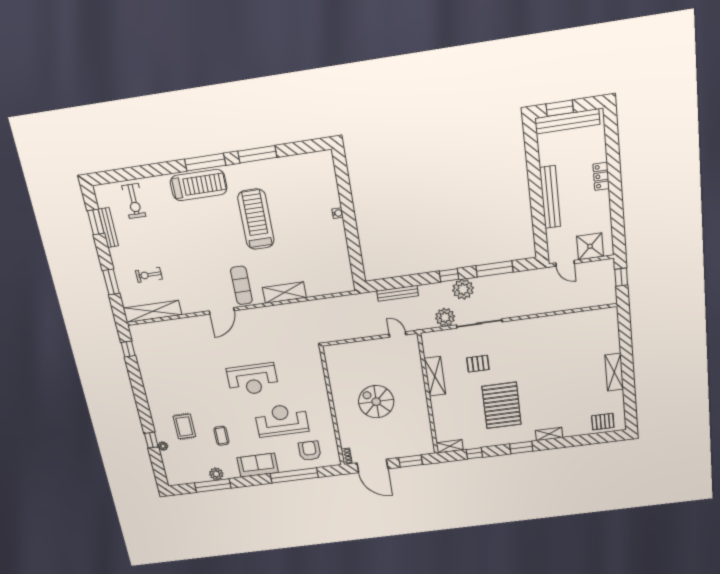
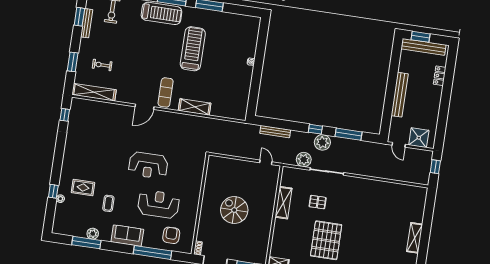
locker: (601, 176) -> (440, 76), moved
rug: (184, 426) -> (83, 188), turned 90

